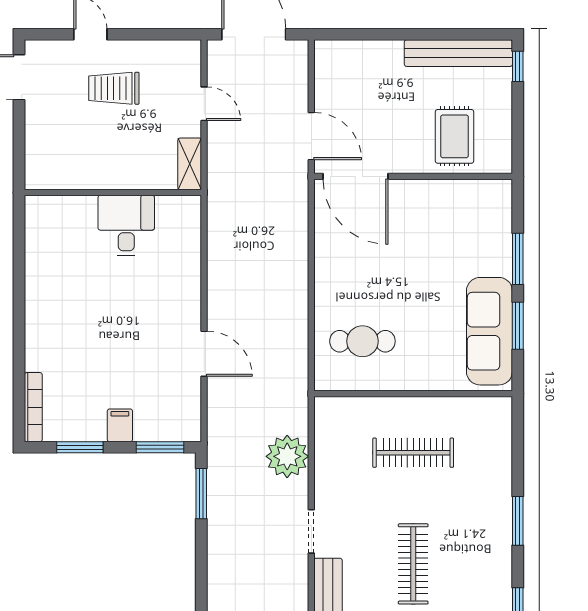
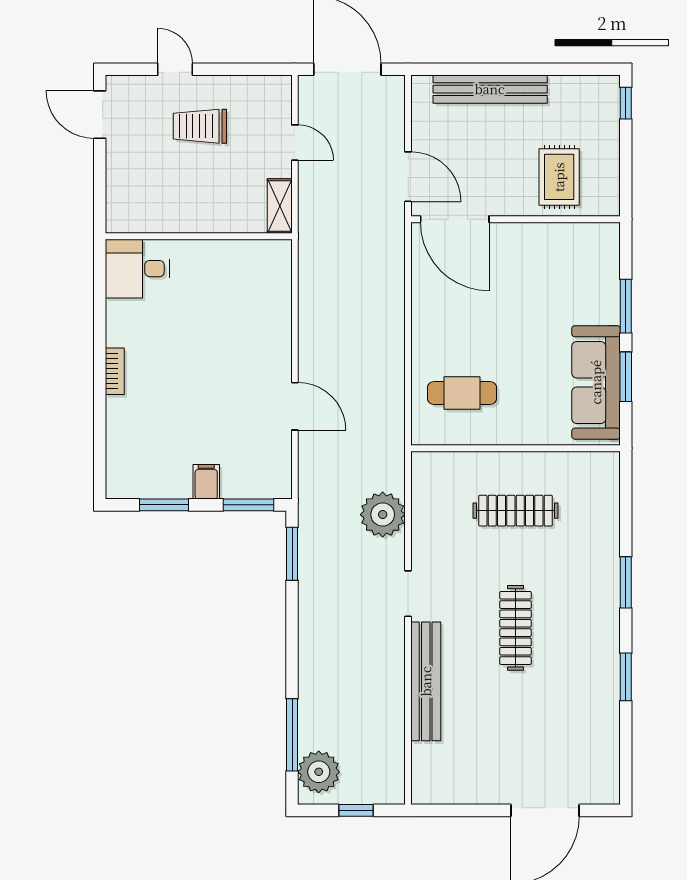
bench: (458, 53) -> (490, 89), moved
desk: (126, 225) -> (137, 269), moved, turned -90
bookcase: (33, 407) -> (115, 371), moved, width x0.64

